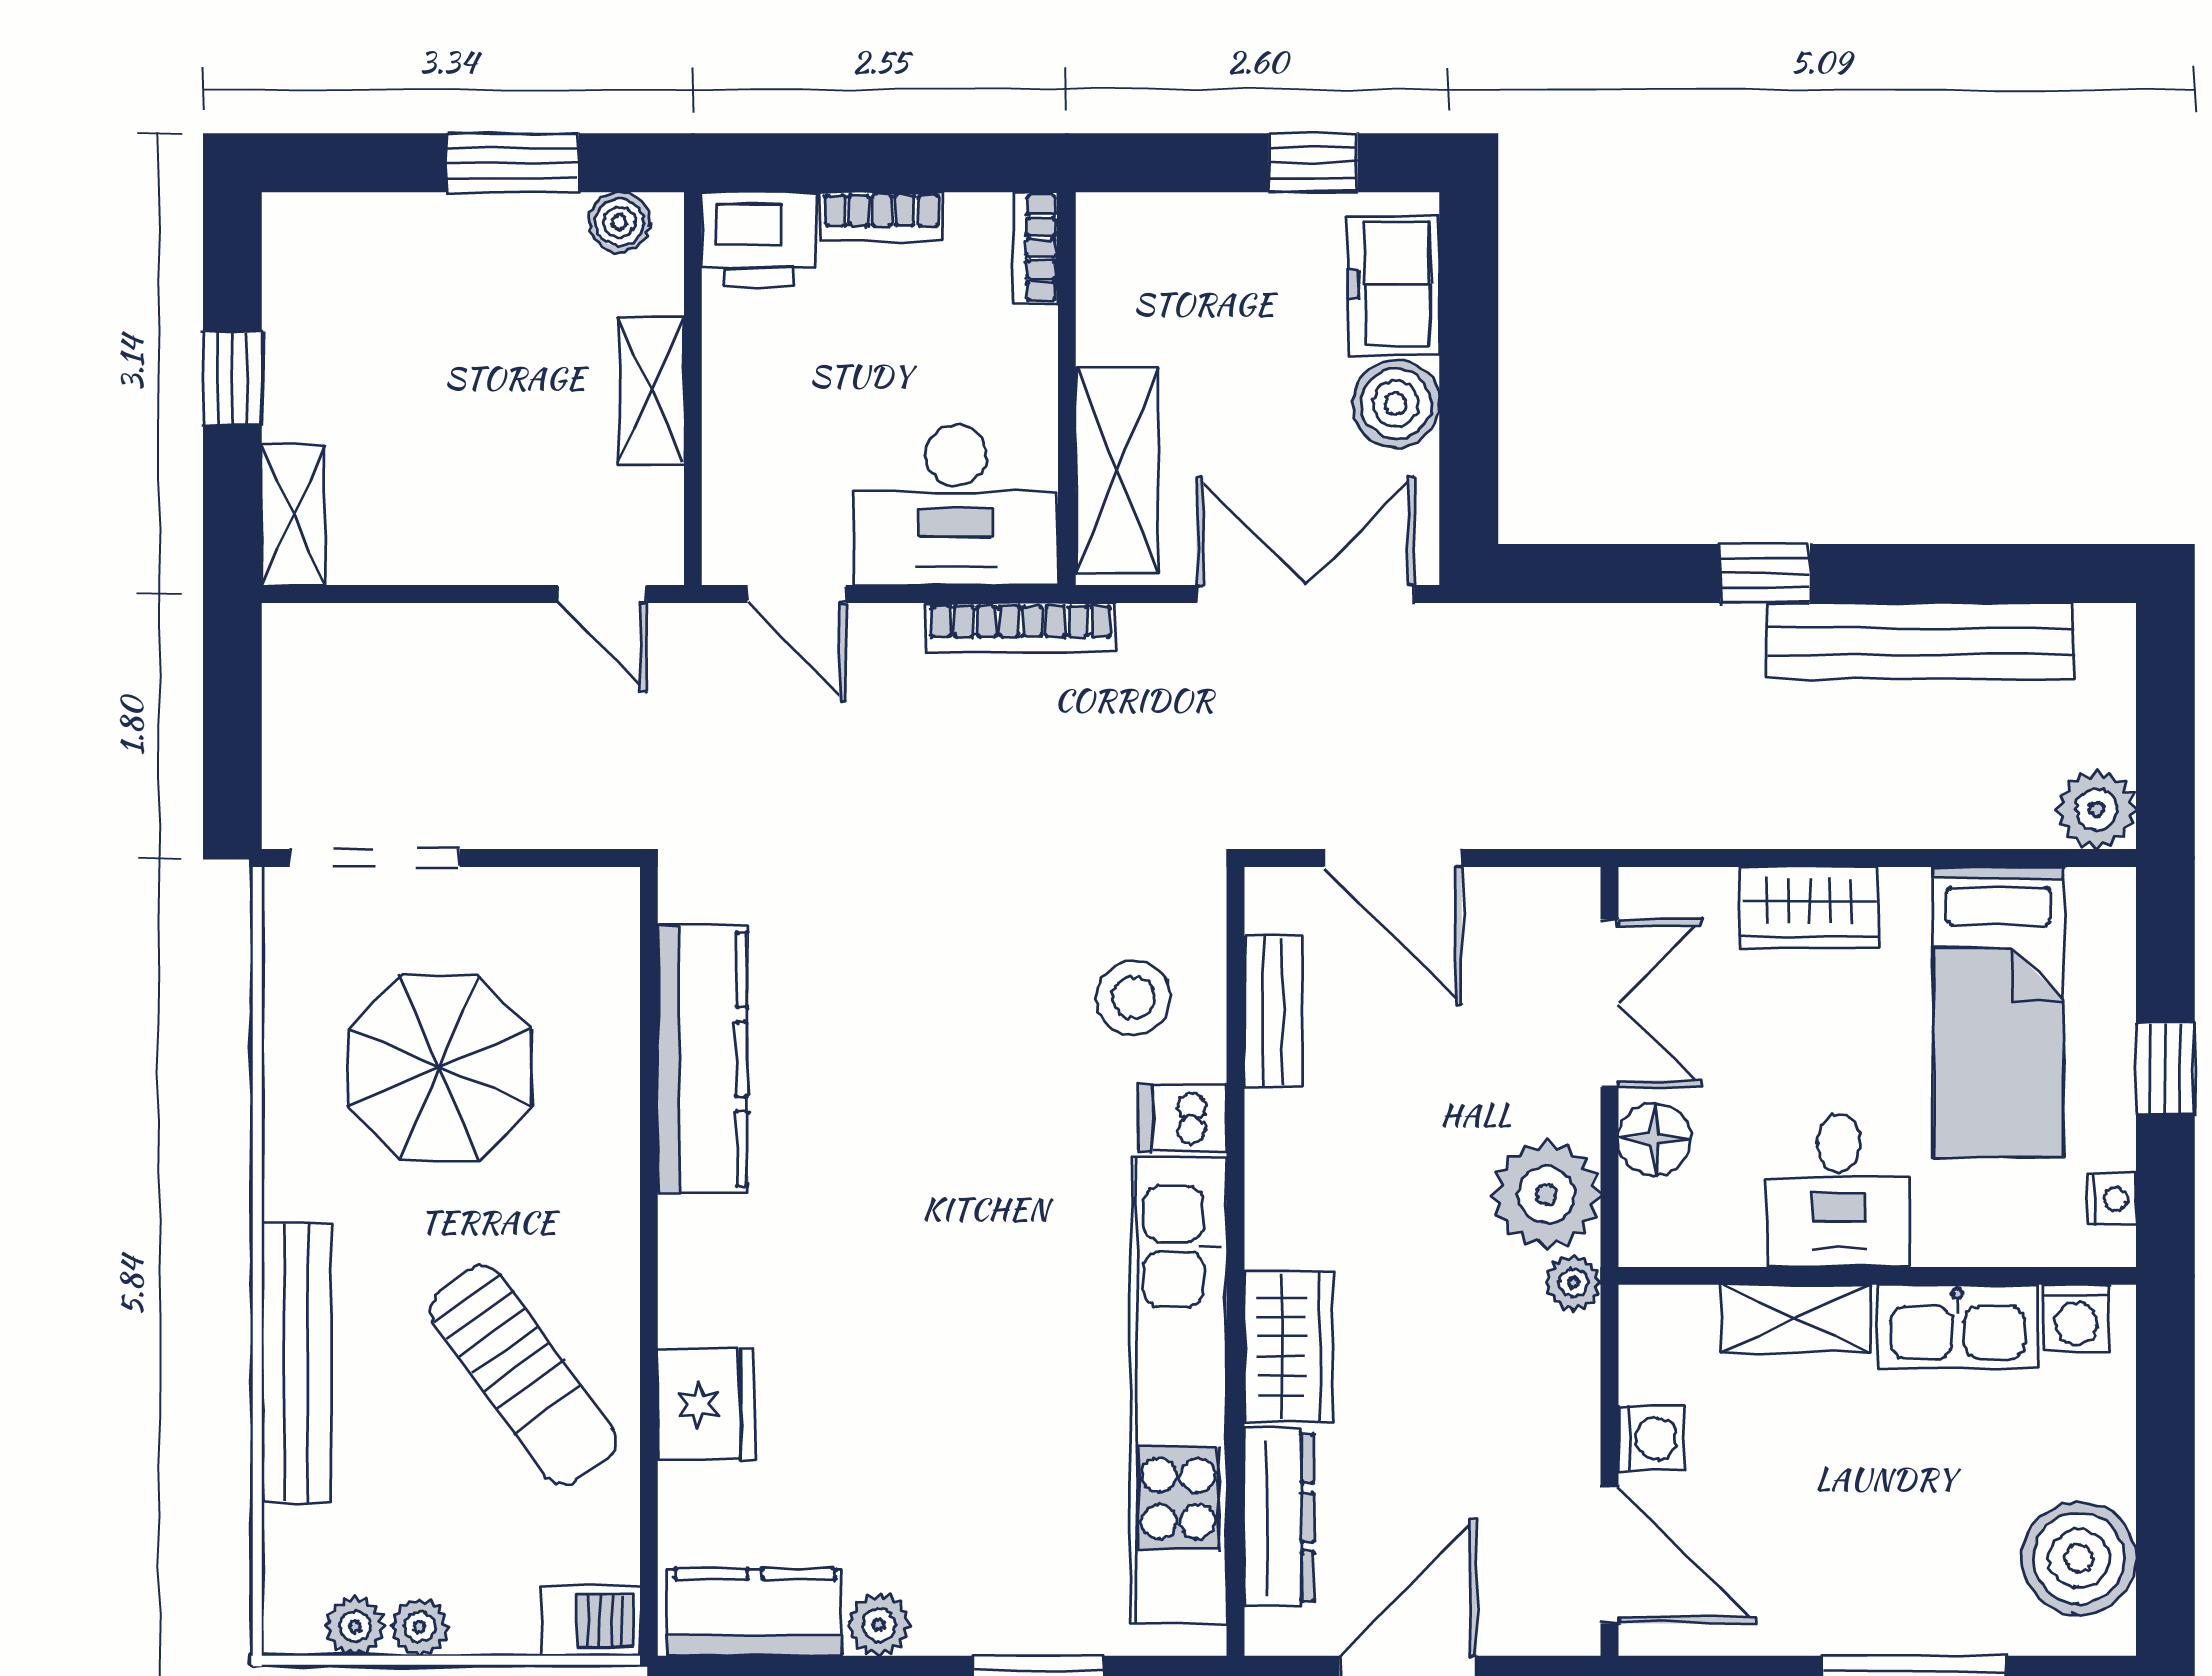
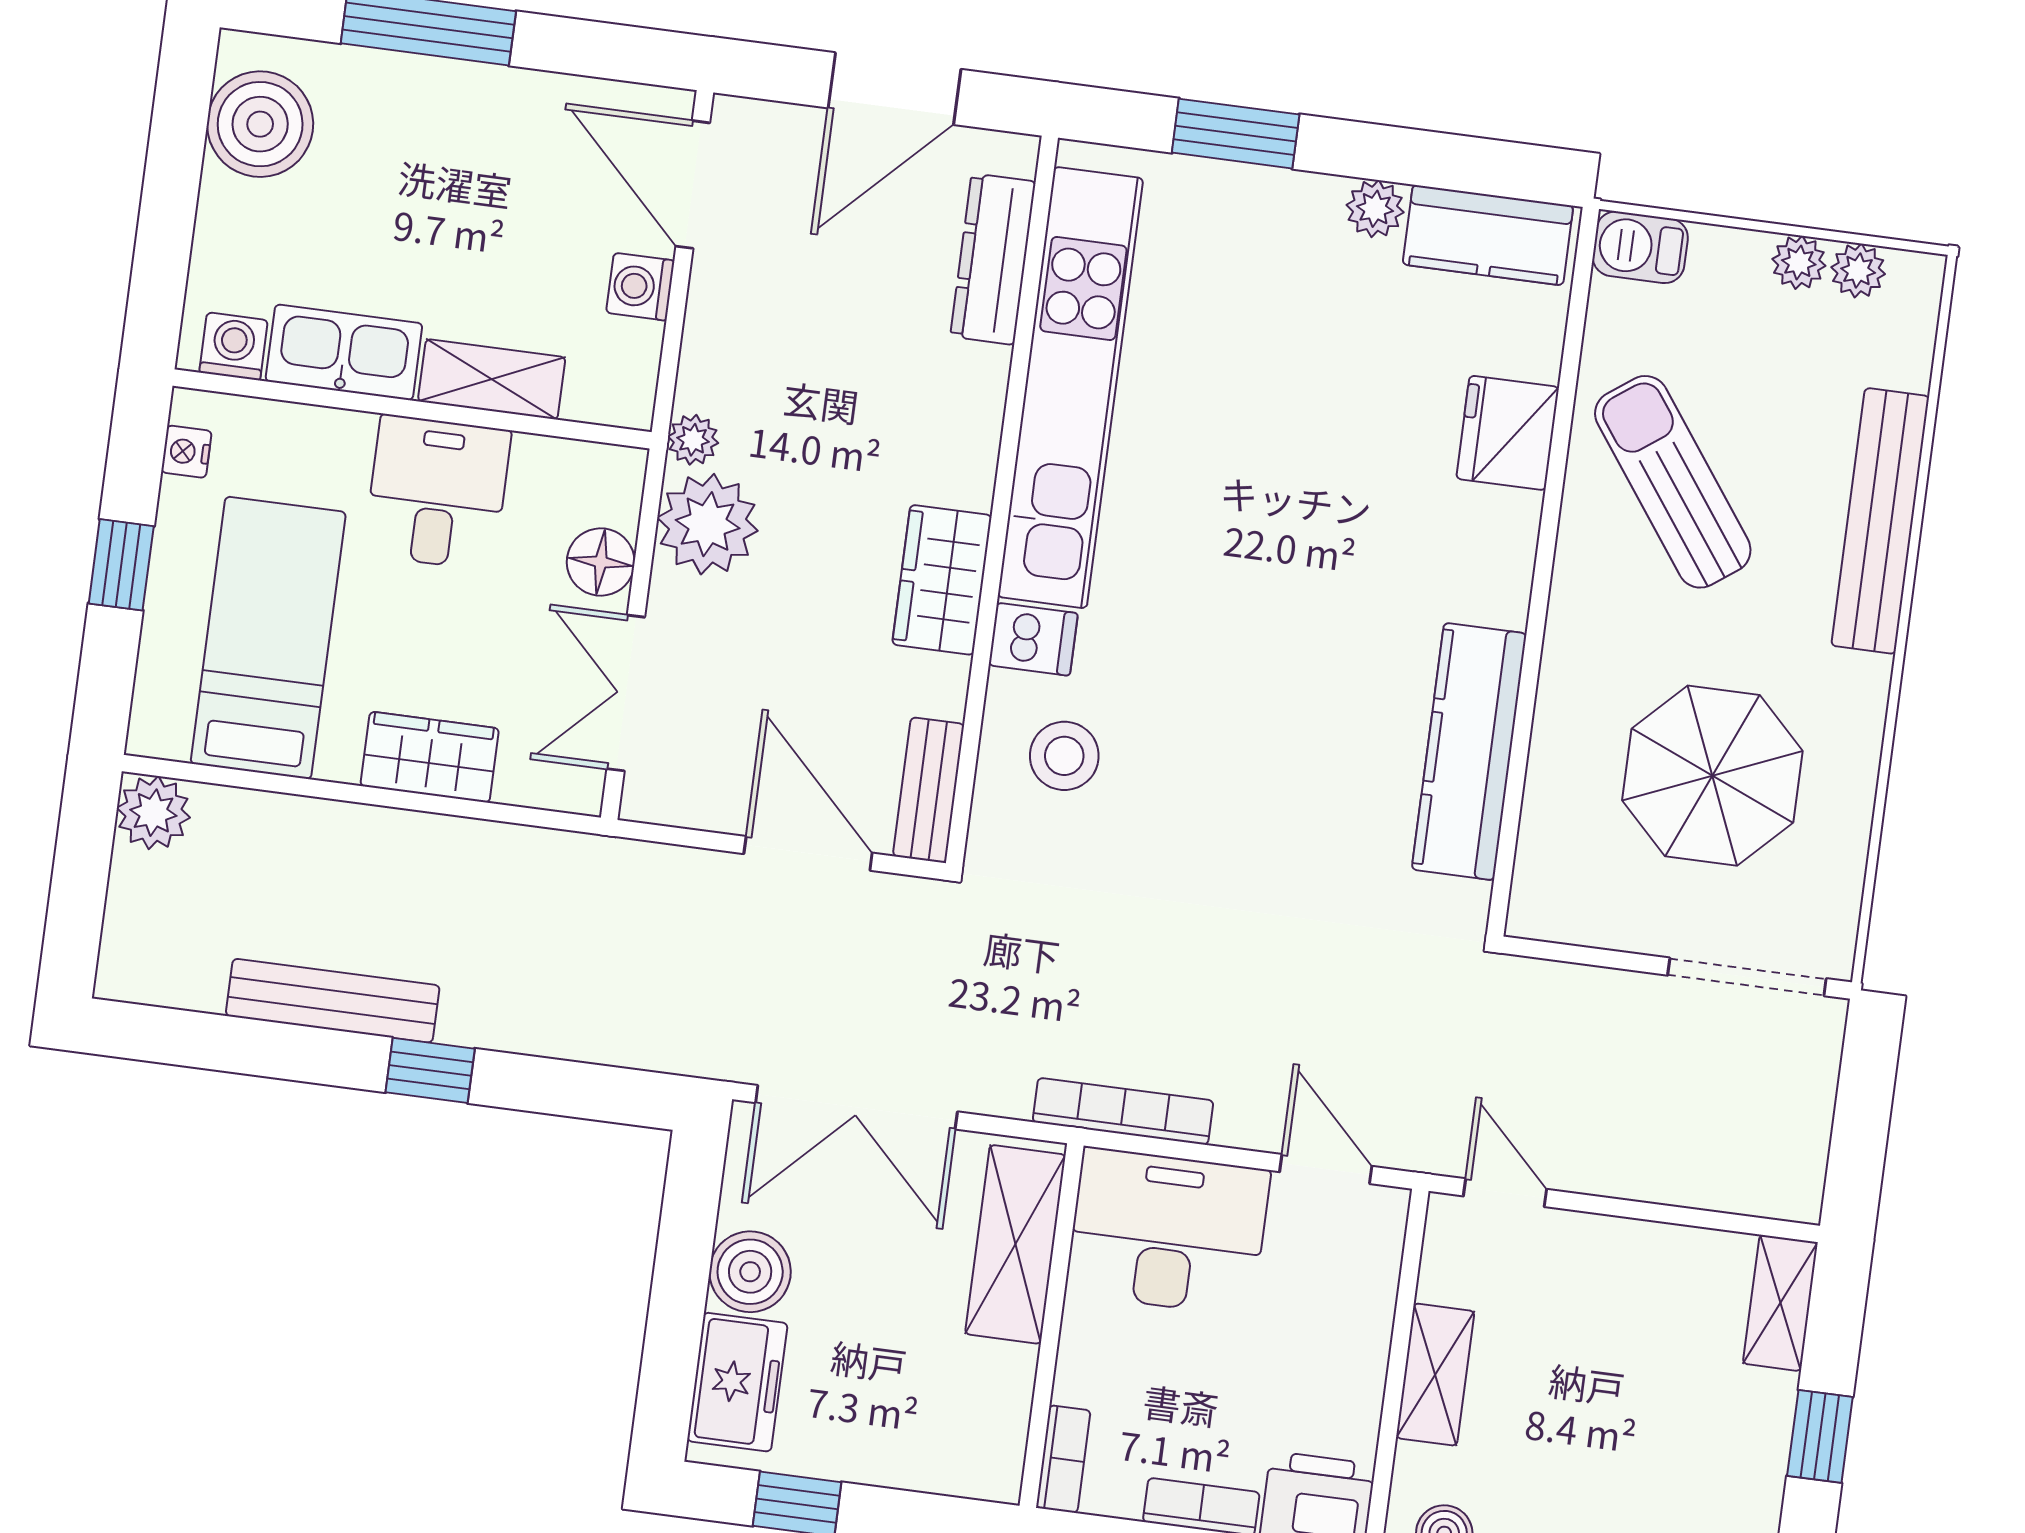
bench: (1920, 641) -> (333, 1001), width x0.73, depth x0.82
bench: (1273, 1011) -> (929, 790), moved
wardrobe: (1288, 1347) -> (942, 580), moved

